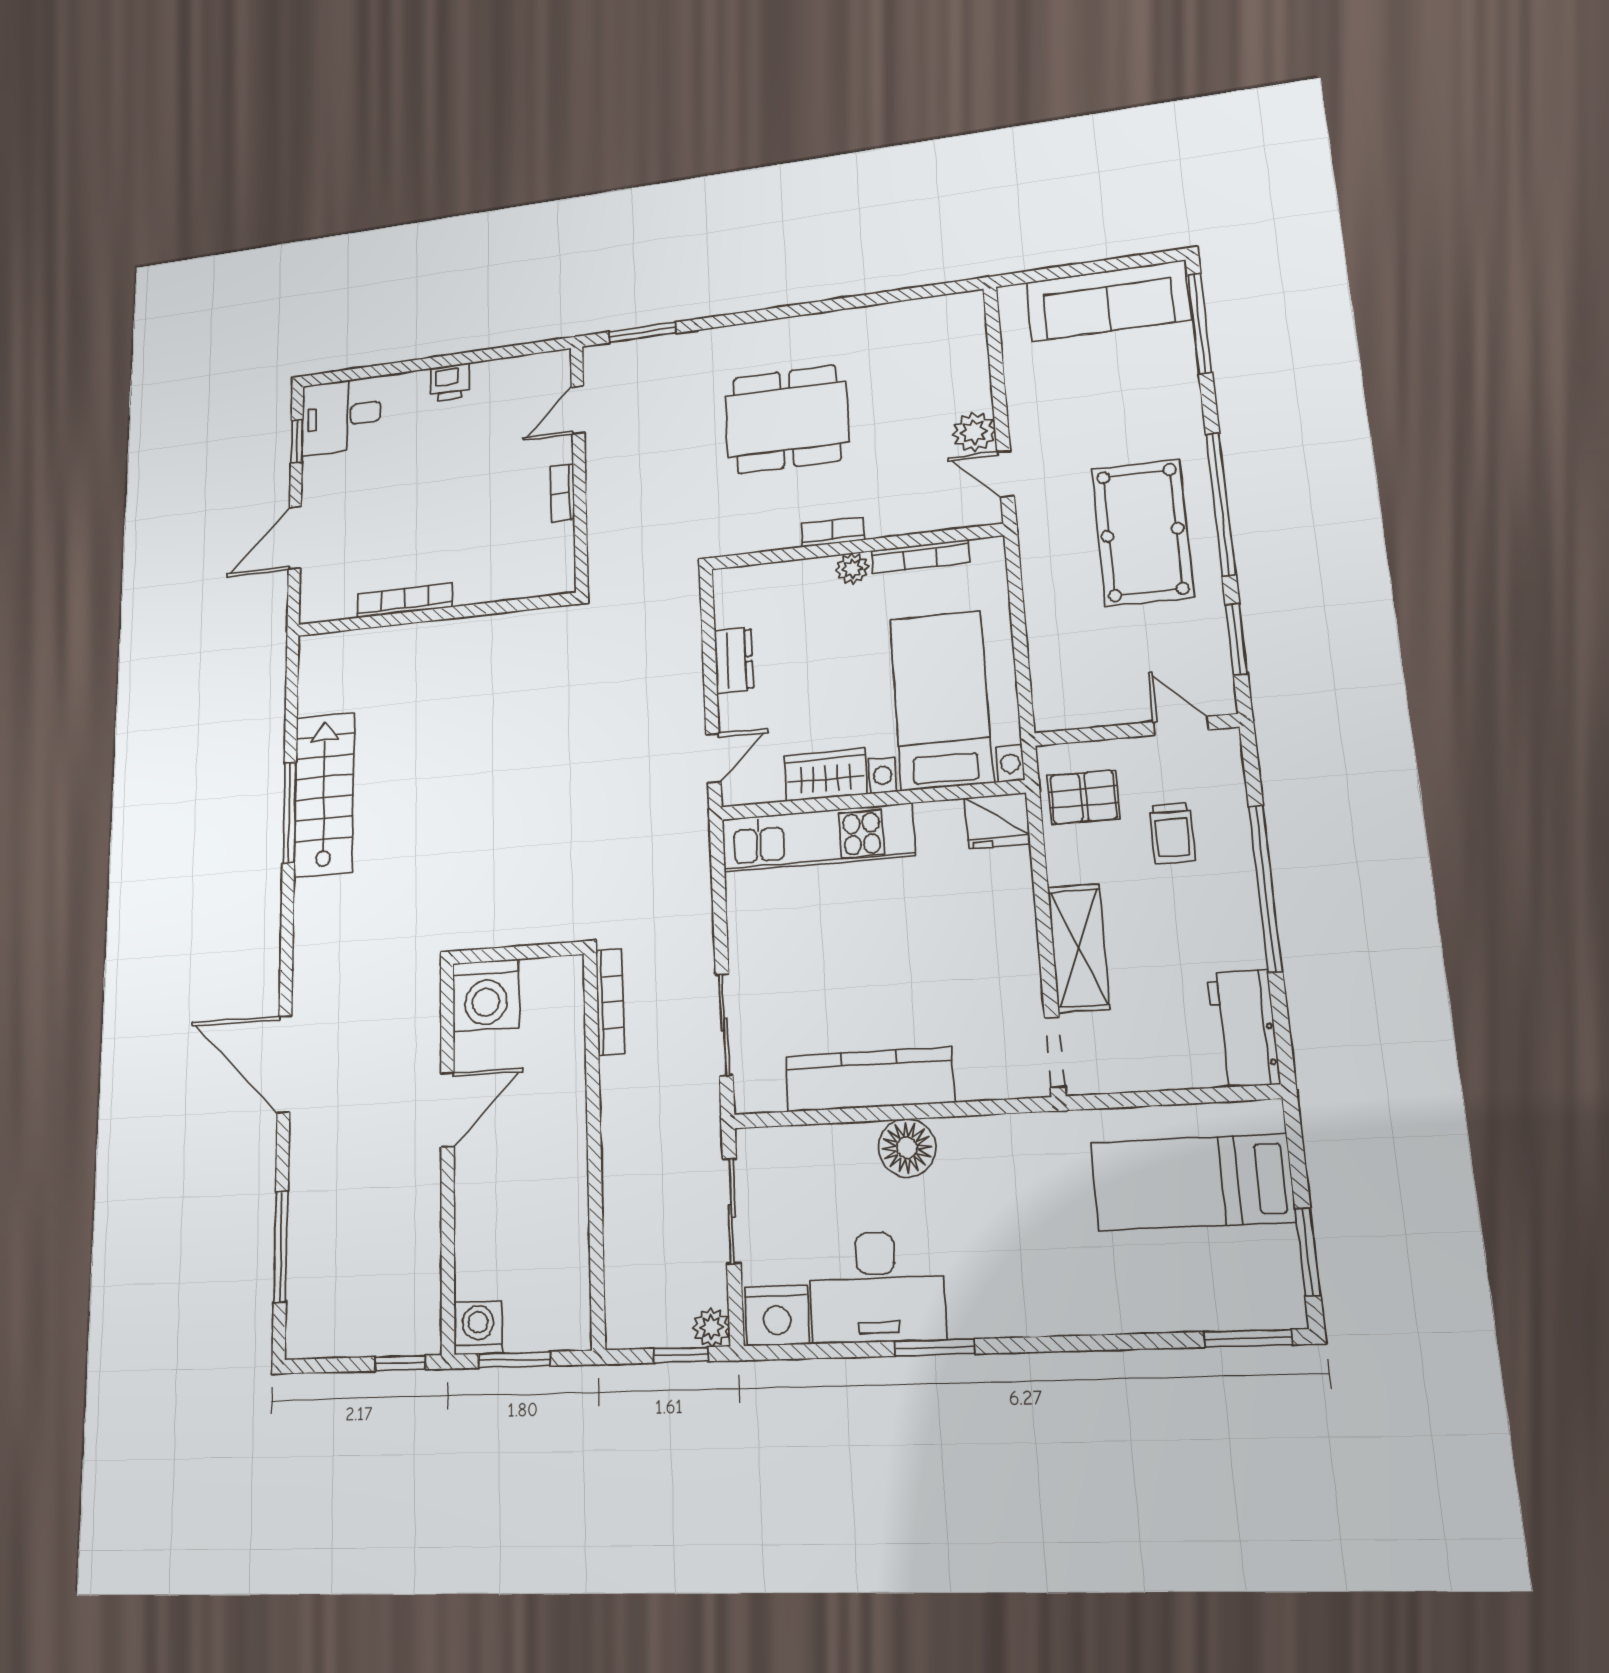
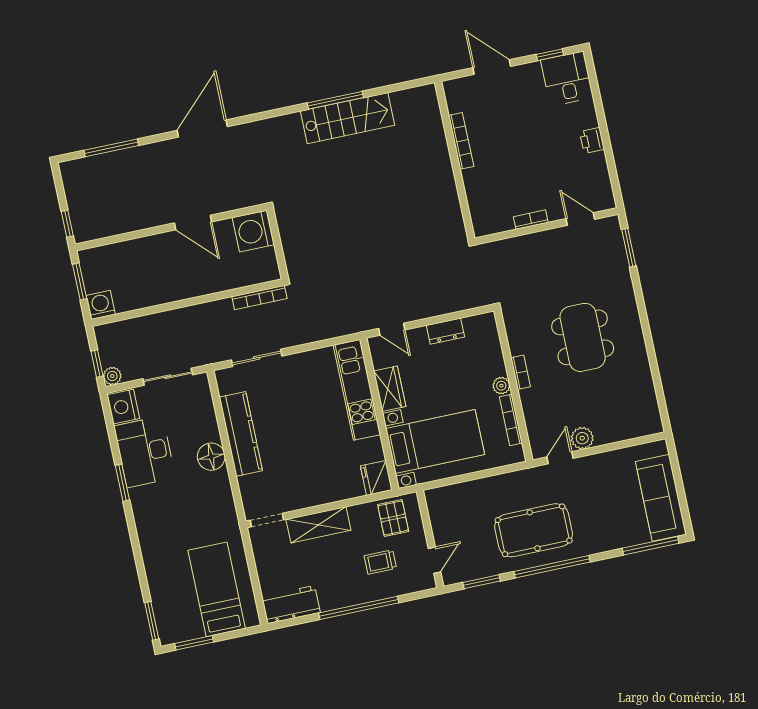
washing machine: (478, 1328) -> (101, 305), moved, turned -90

